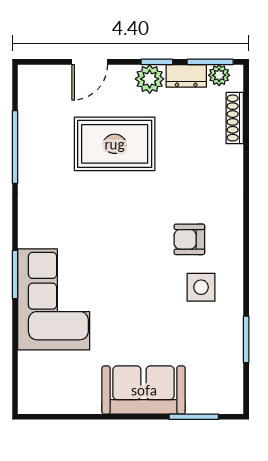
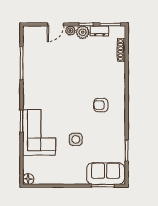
plant: (219, 75) -> (70, 31), moved
rug: (115, 144) -> (67, 62), removed
side table: (201, 287) -> (76, 139), moved
sofa: (144, 390) -> (106, 174), moved
floor lamp: (30, 402) -> (28, 179), added

